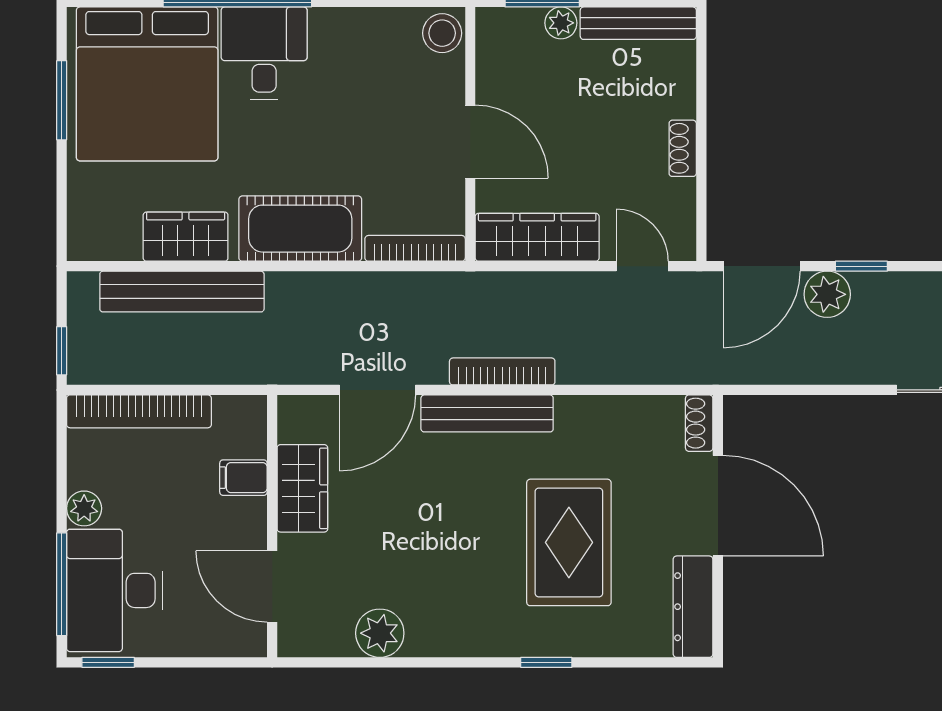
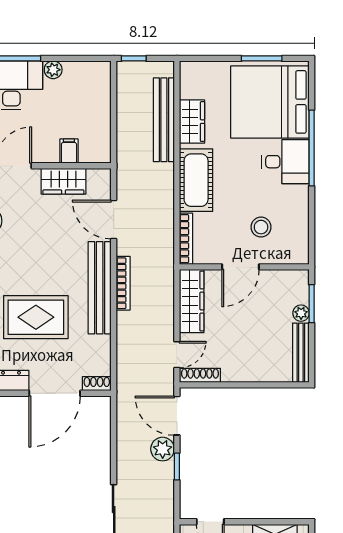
stool: (442, 33) -> (261, 227), moved
shoe rack: (683, 148) -> (200, 375), moved, width x1.43
bookcase: (139, 411) -> (103, 98), removed
bench: (487, 413) -> (100, 288), width x1.37, depth x1.21

